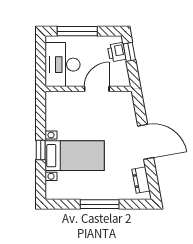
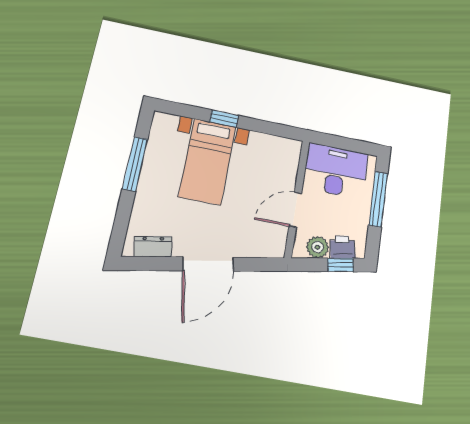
plant: (120, 70) -> (318, 247), added
door: (97, 89) -> (295, 210), swing flipped
window: (100, 204) -> (135, 164), moved

